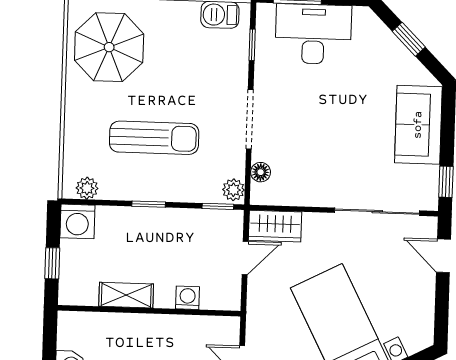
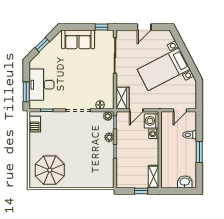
sun lounger: (154, 138) -> (87, 150), removed
plant: (87, 188) -> (109, 137), moved
washing machine: (77, 221) -> (151, 121), moved, turned 180
door: (443, 256) -> (144, 27), moved
door: (245, 258) -> (136, 110), swing flipped
shelving: (126, 295) -> (153, 177), moved

